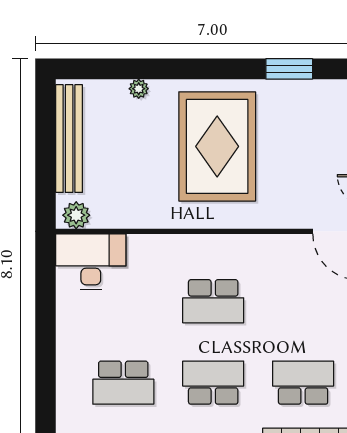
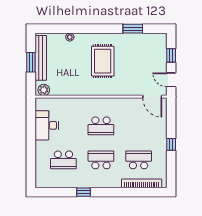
rug: (217, 146) -> (103, 61), width x0.73, depth x0.69
window: (46, 149) -> (31, 62), added
desk: (91, 262) -> (47, 125), moved, turned -90

